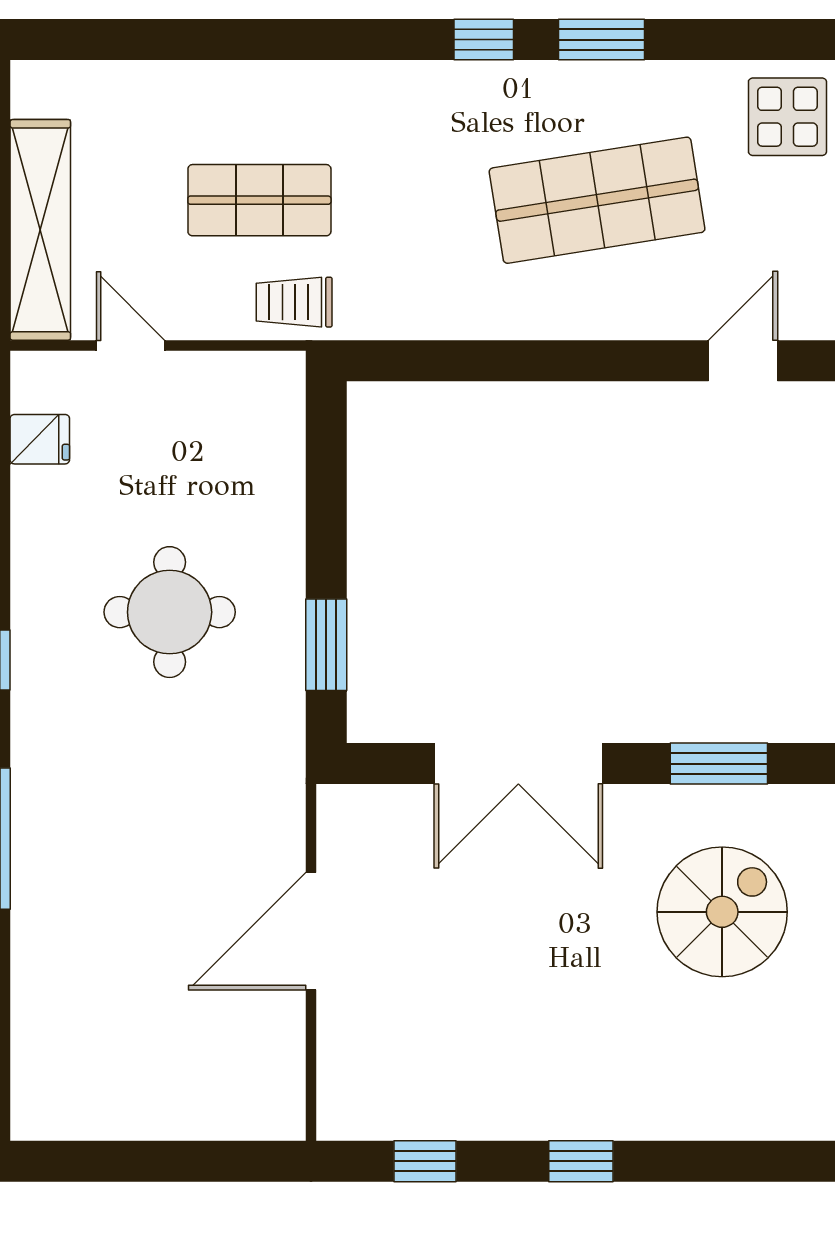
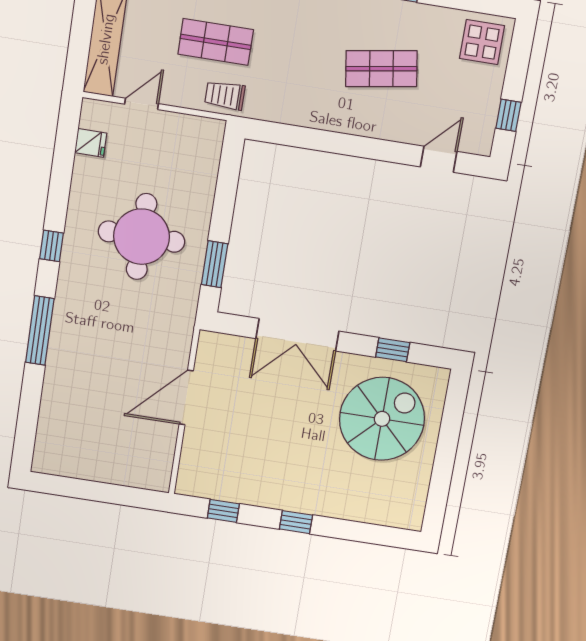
shop shelf: (597, 200) -> (381, 69), width x0.70, depth x0.74
door: (131, 345) -> (142, 104), hinge flipped
round table: (170, 612) -> (142, 237), width x1.36, depth x1.36
window: (719, 764) -> (393, 350), width x0.67
spiral stairs: (722, 912) -> (382, 419), width x1.37, depth x1.37

